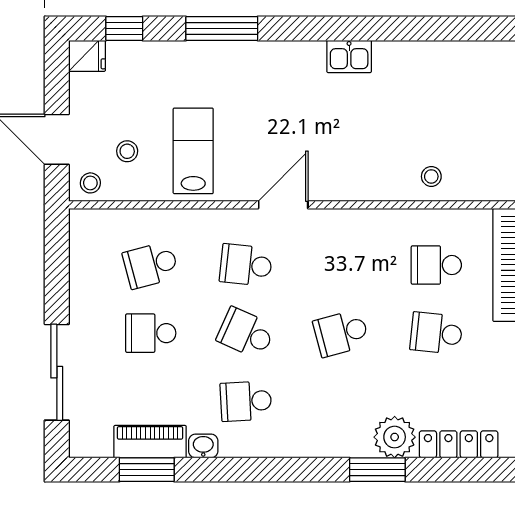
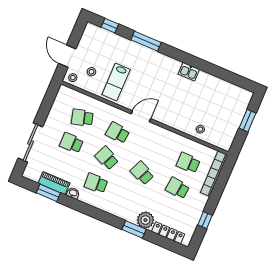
fridge: (87, 56) -> (92, 30), removed
lab bench: (193, 151) -> (116, 82), turned 180
school desk: (341, 333) -> (142, 173), turned 39

